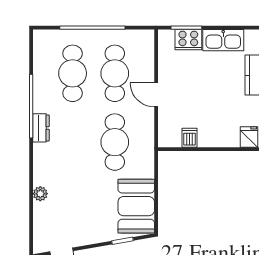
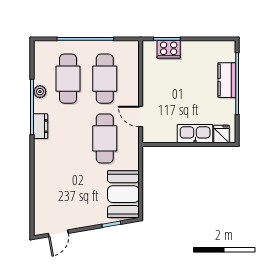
kitchen sink: (223, 40) -> (195, 134), moved, turned 180
door: (156, 95) -> (141, 116), moved
dishwasher: (190, 138) -> (170, 135), removed
plant: (40, 194) -> (40, 92), moved

